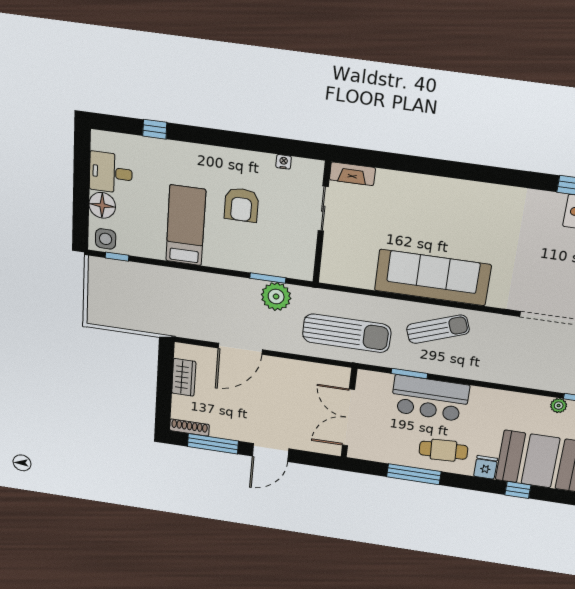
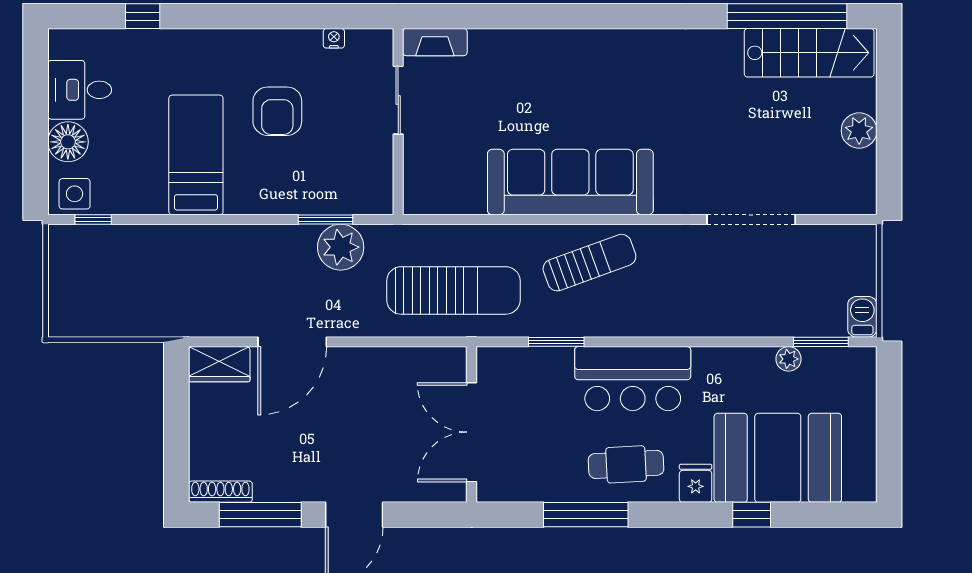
wardrobe: (184, 377) -> (219, 364), moved, turned 90
bar counter: (430, 398) -> (633, 379), moved

